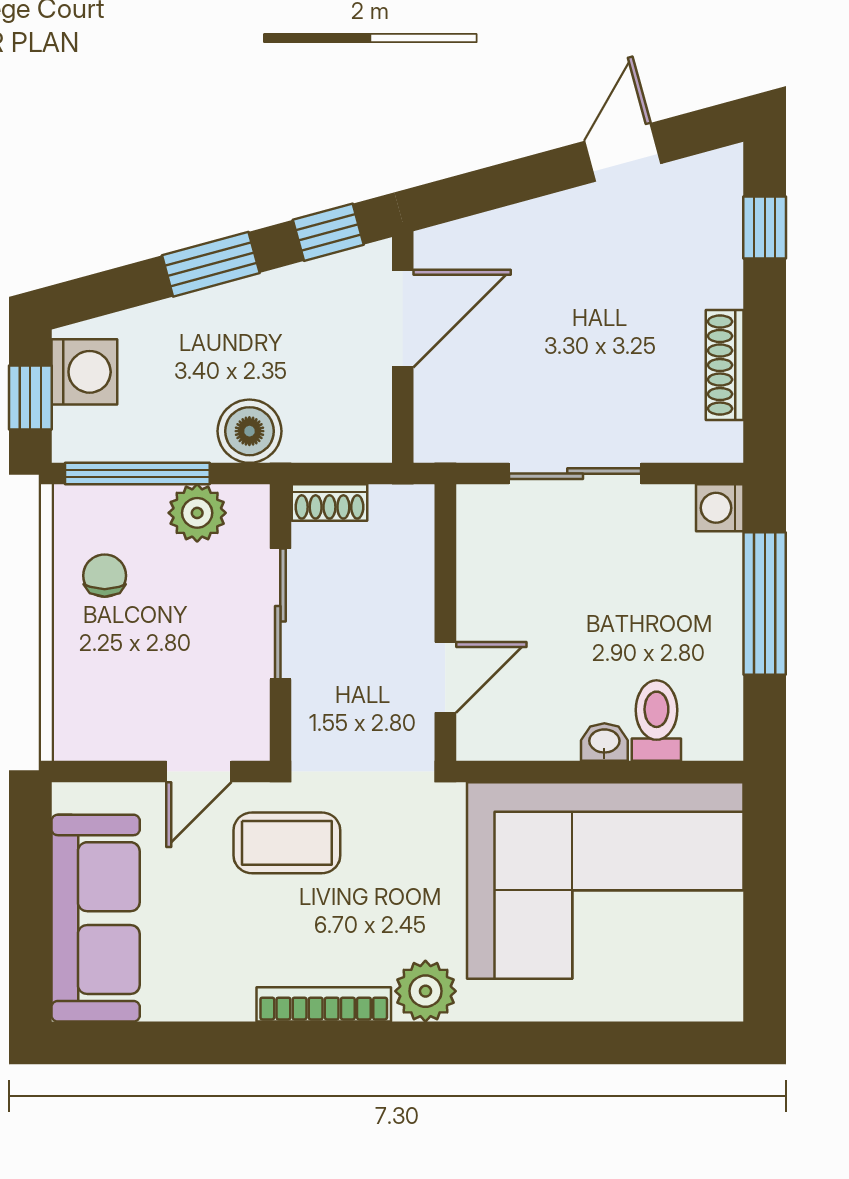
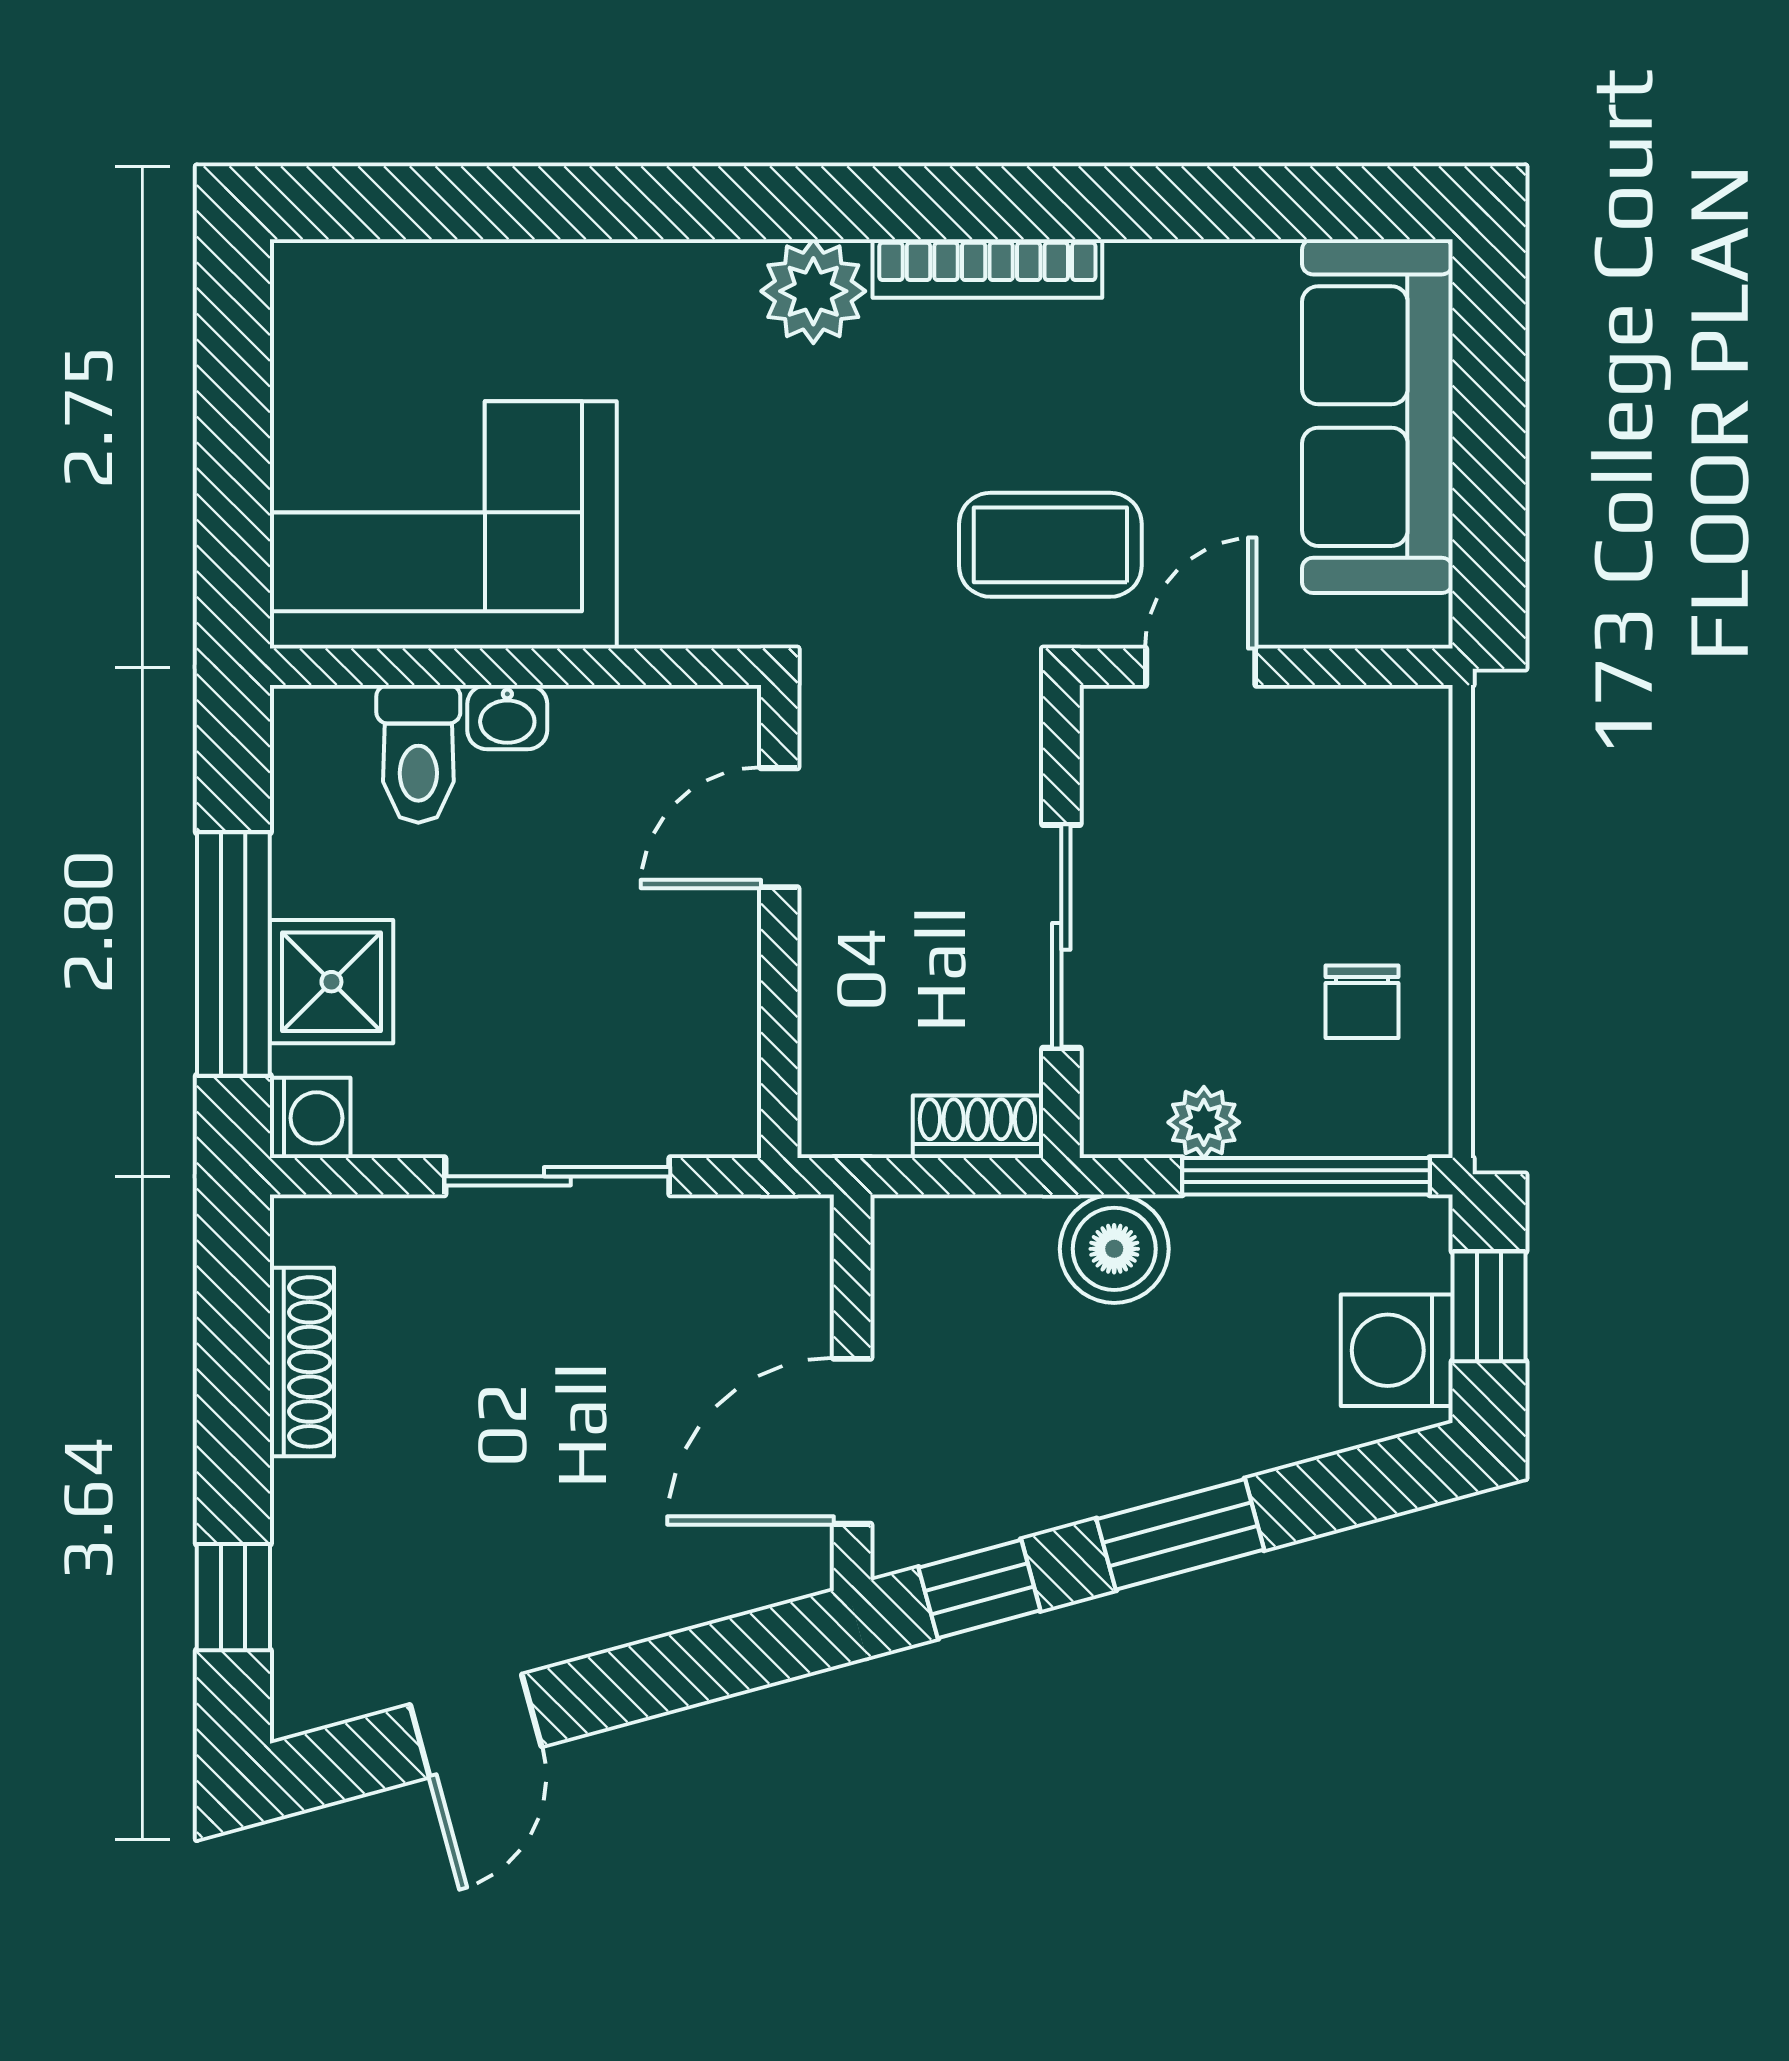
plant: (197, 513) -> (1204, 1122), width x0.73, depth x0.73
shower: (707, 587) -> (331, 982), added
corner sofa: (605, 881) -> (443, 525), width x0.73, depth x0.74

